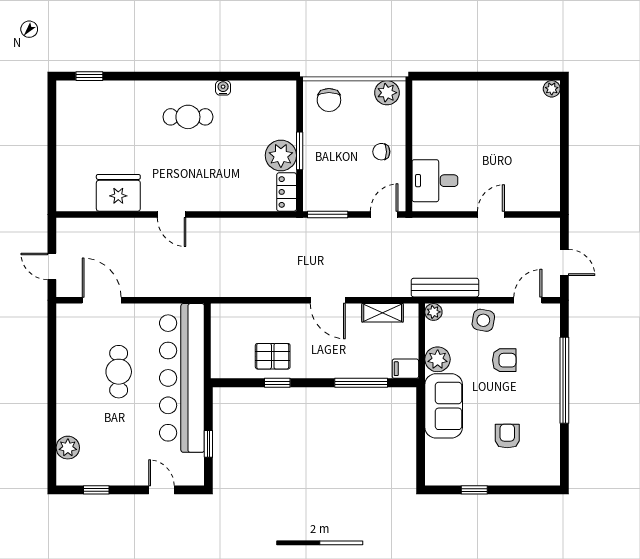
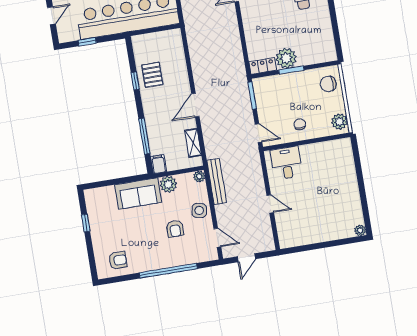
water cooler: (223, 88) -> (325, 12), removed
armchair: (507, 436) -> (118, 260), moved

